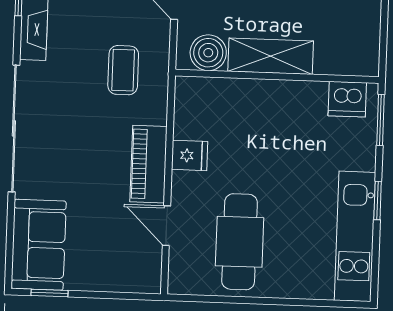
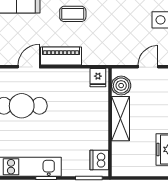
coffee table: (123, 70) -> (73, 14), moved
fridge: (190, 155) -> (98, 78), moved

